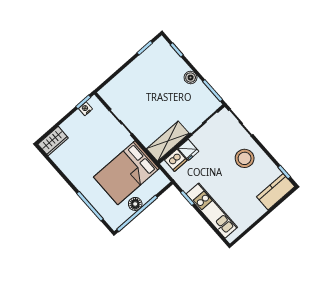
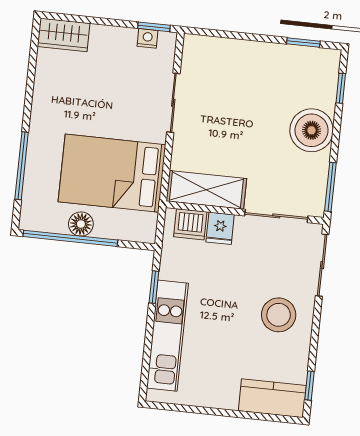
boiler: (191, 78) -> (312, 130), width x1.86, depth x1.86

